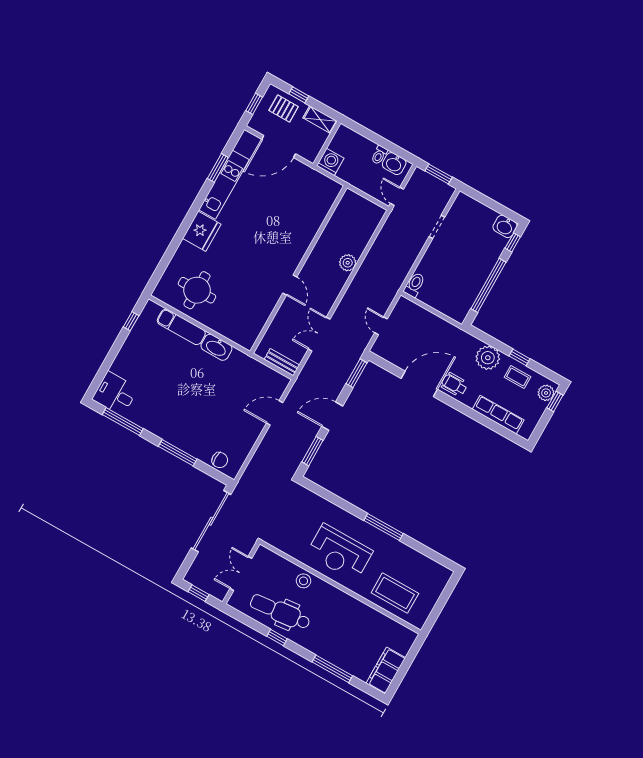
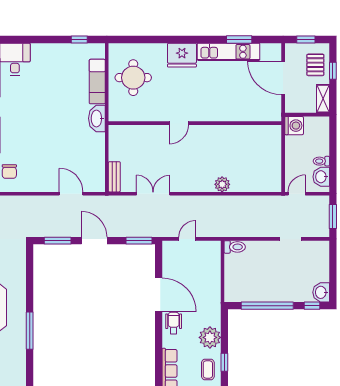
wall: (299, 269) -> (195, 123), moved
door: (290, 285) -> (179, 123), moved

